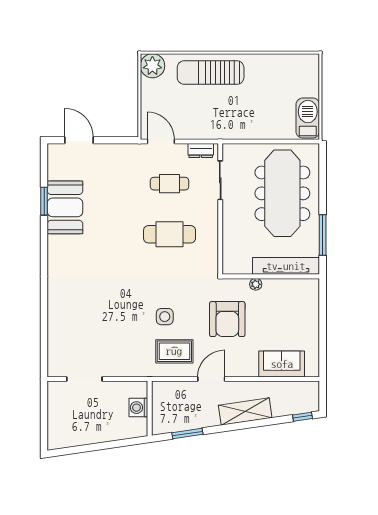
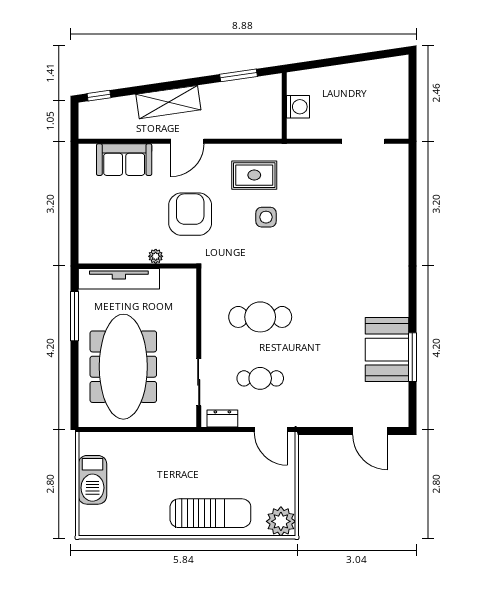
barbecue: (308, 118) -> (92, 480), moved
window: (44, 201) -> (412, 357), width x1.44
door: (211, 379) -> (187, 141), moved

